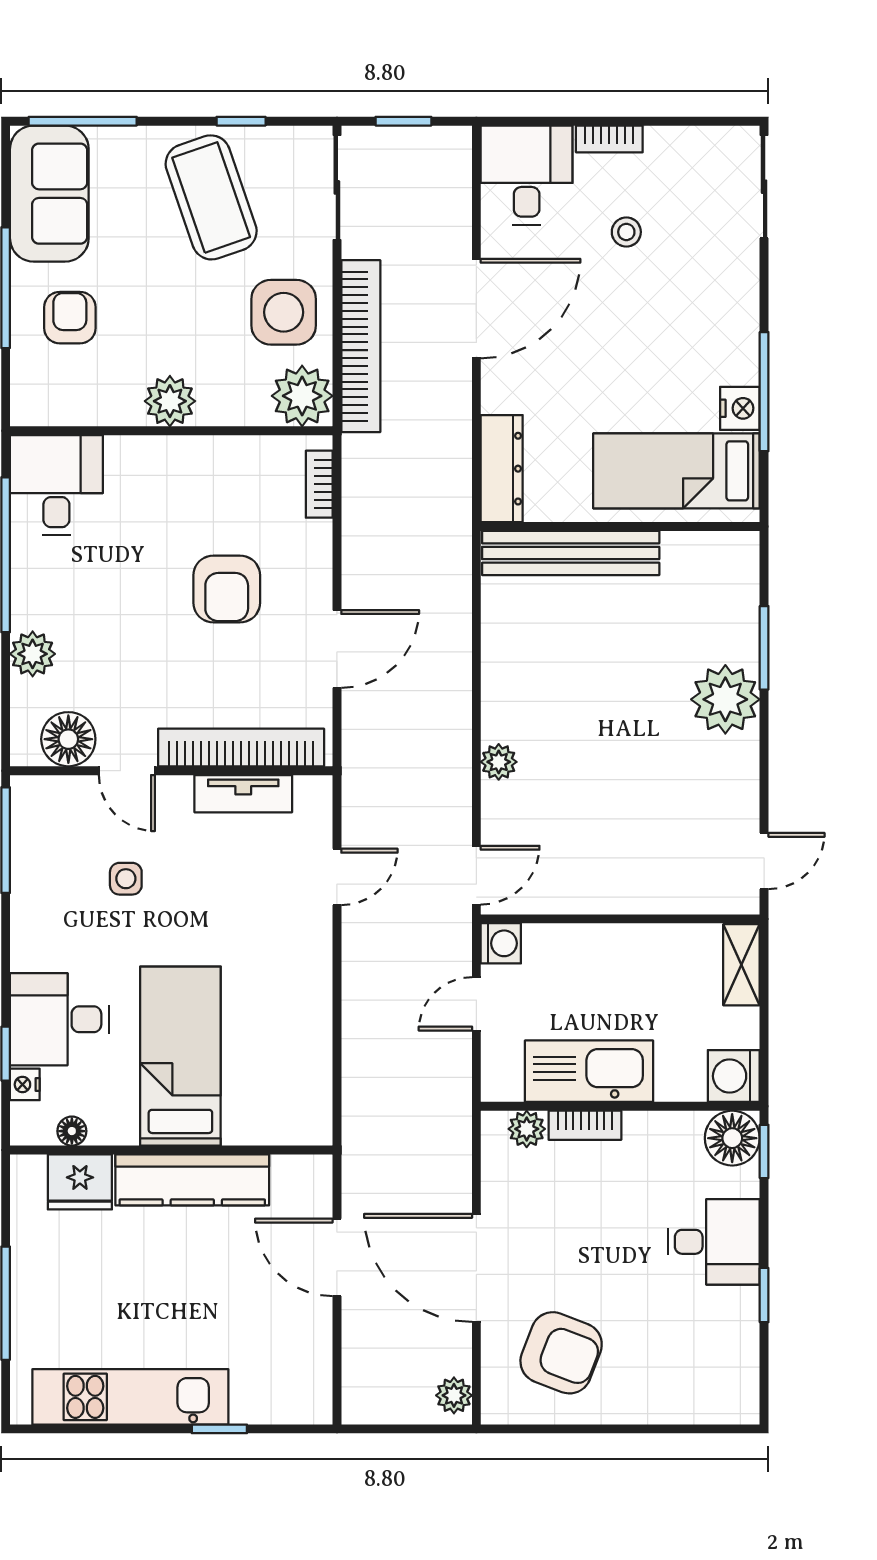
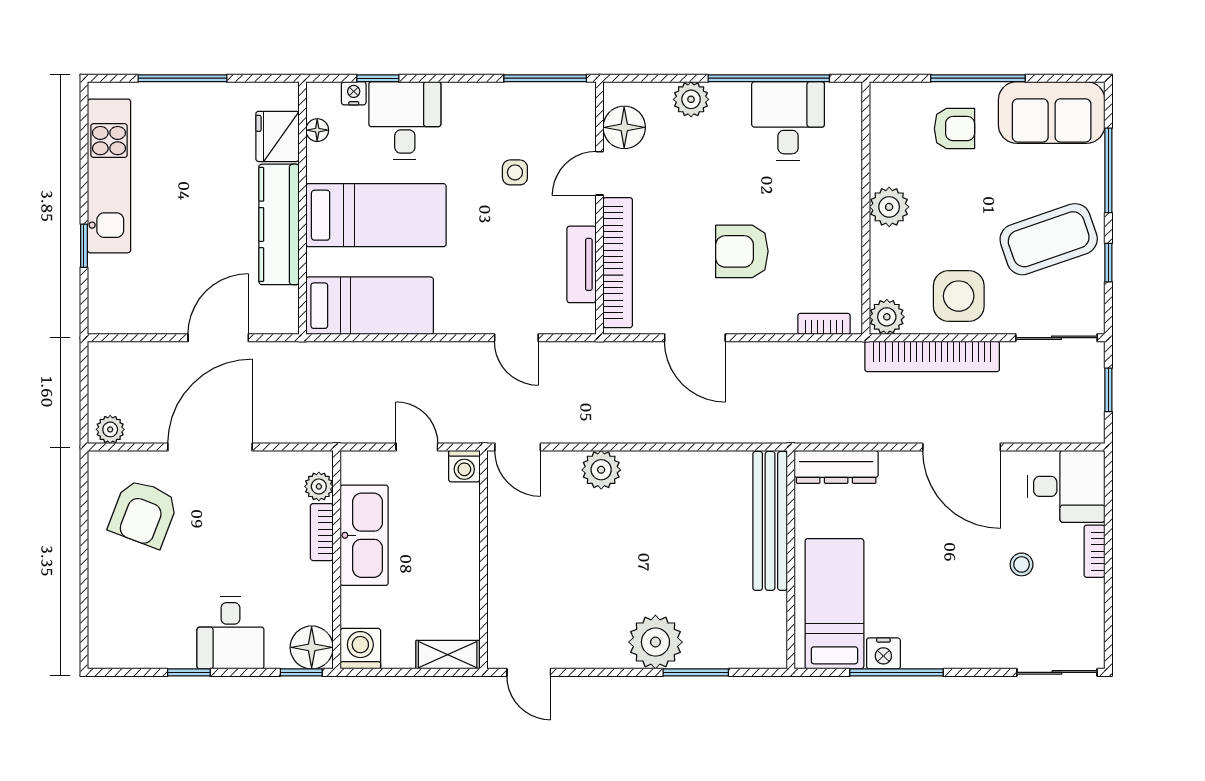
window: (83, 121) -> (1108, 170), moved
plant: (302, 396) -> (887, 317), width x0.73, depth x0.73
desk: (56, 485) -> (788, 121), moved, turned -90
plant: (499, 762) -> (601, 470), width x1.38, depth x1.38
bed: (296, 1064) -> (370, 306), added

